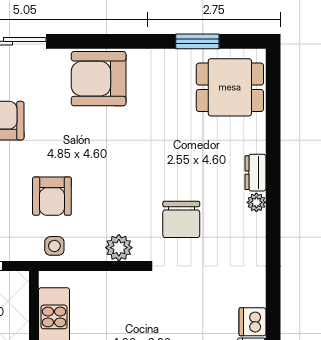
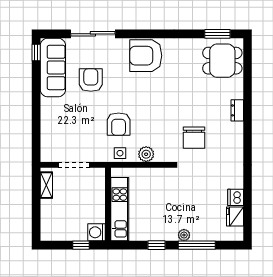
window: (197, 41) -> (217, 34), moved
plant: (256, 202) -> (238, 128), removed
plant: (119, 248) -> (146, 154), moved

